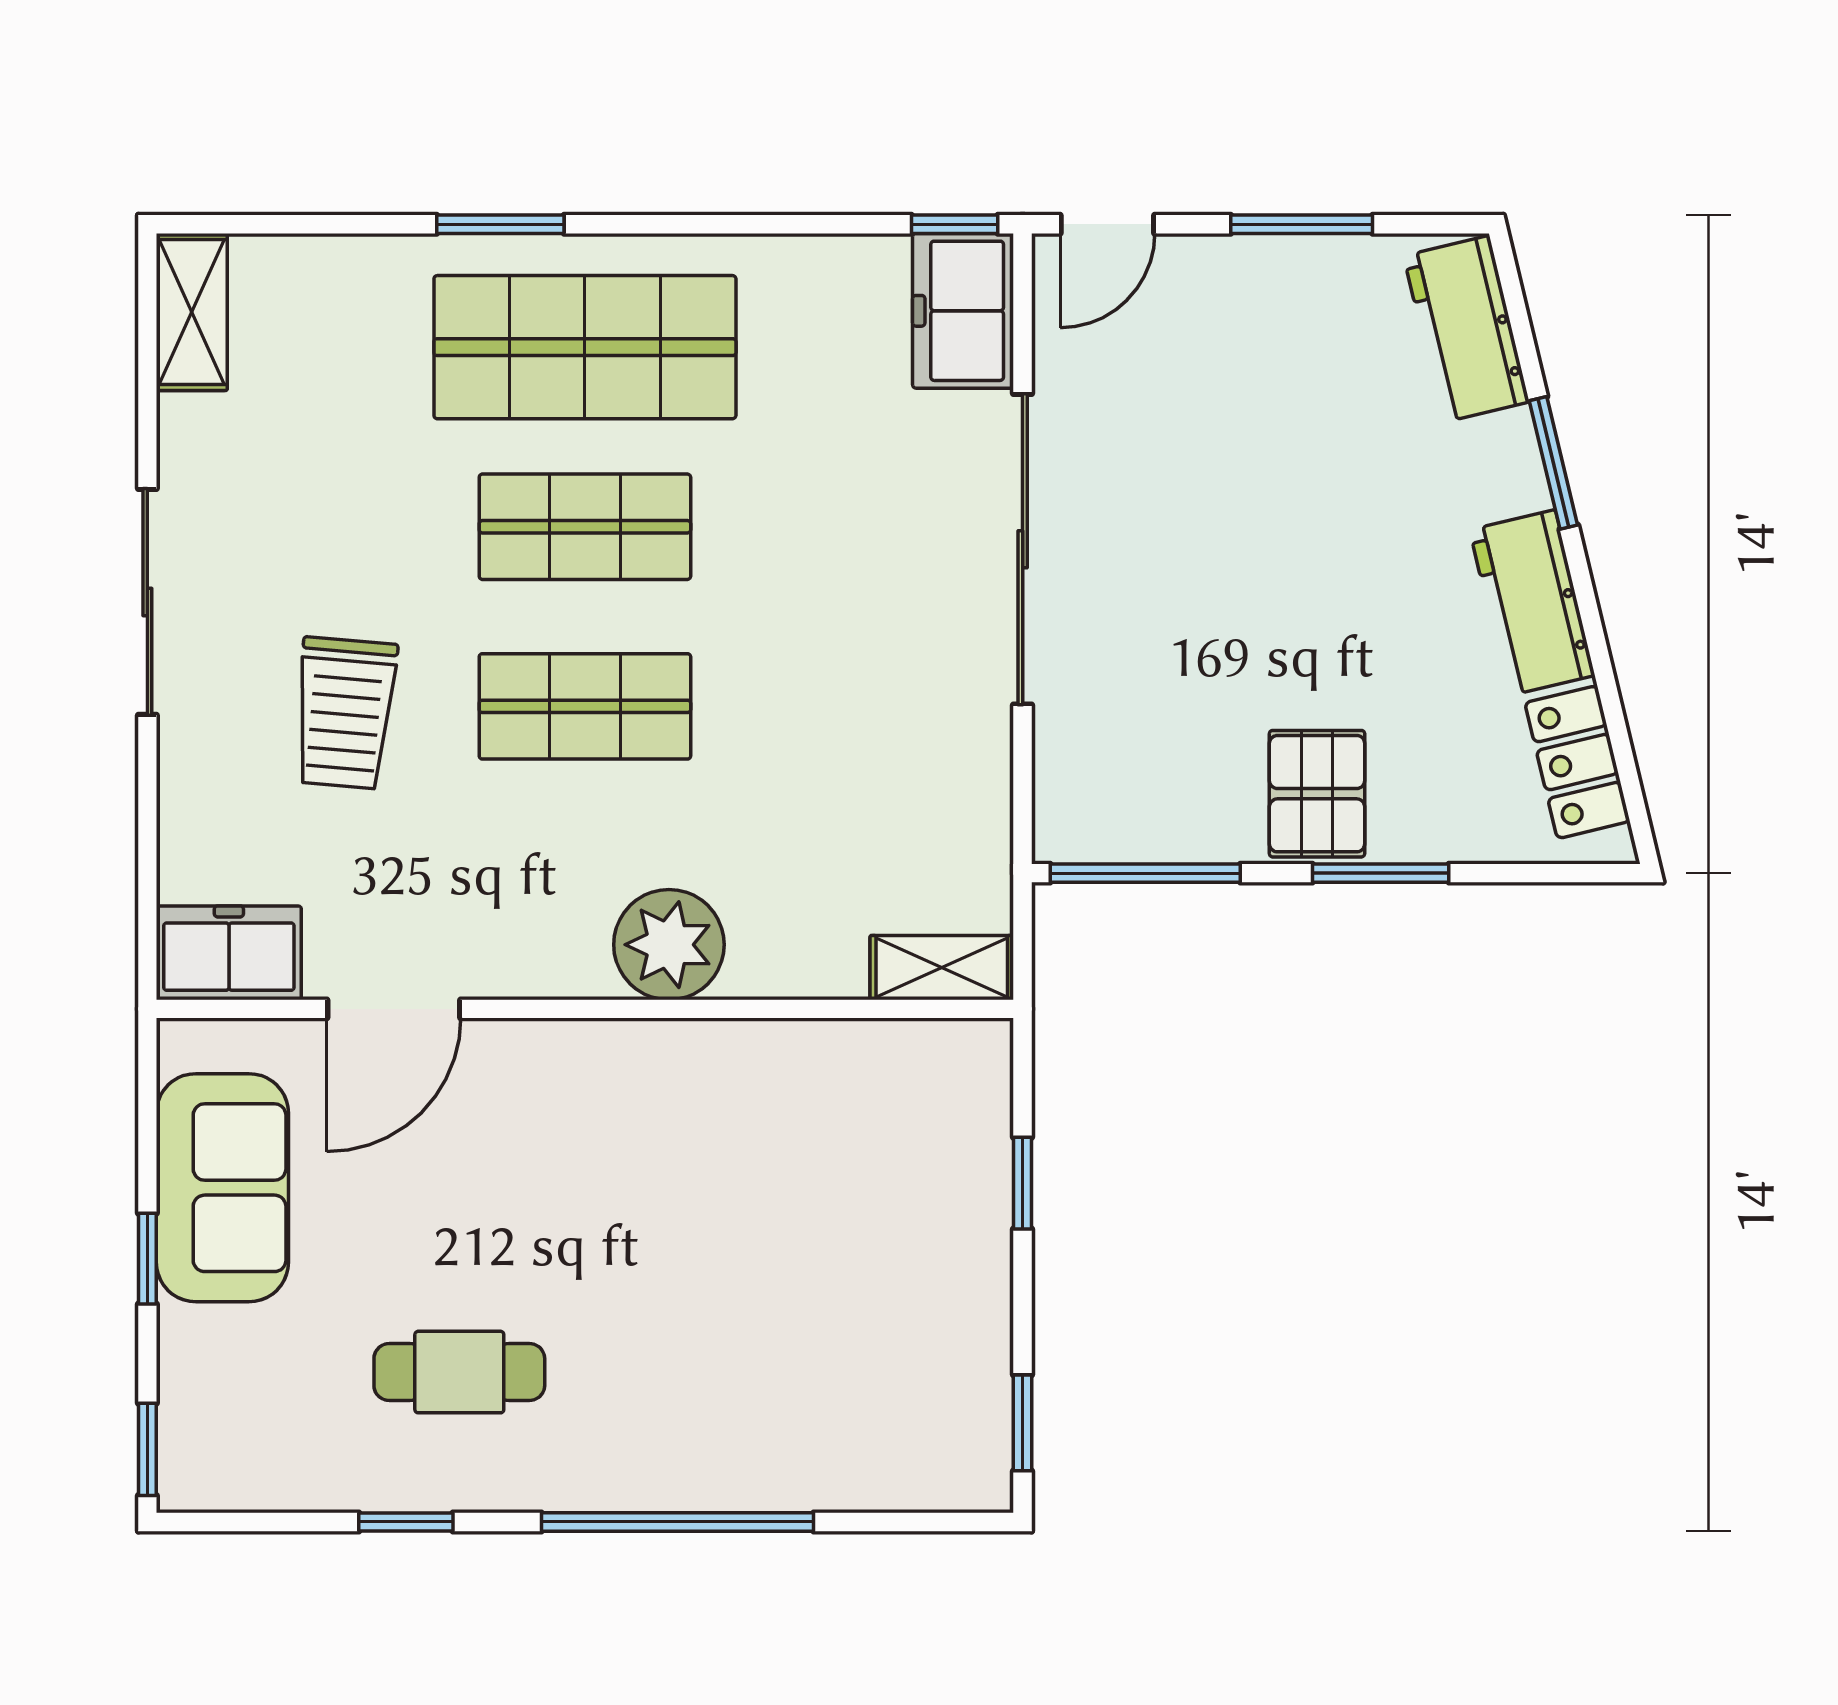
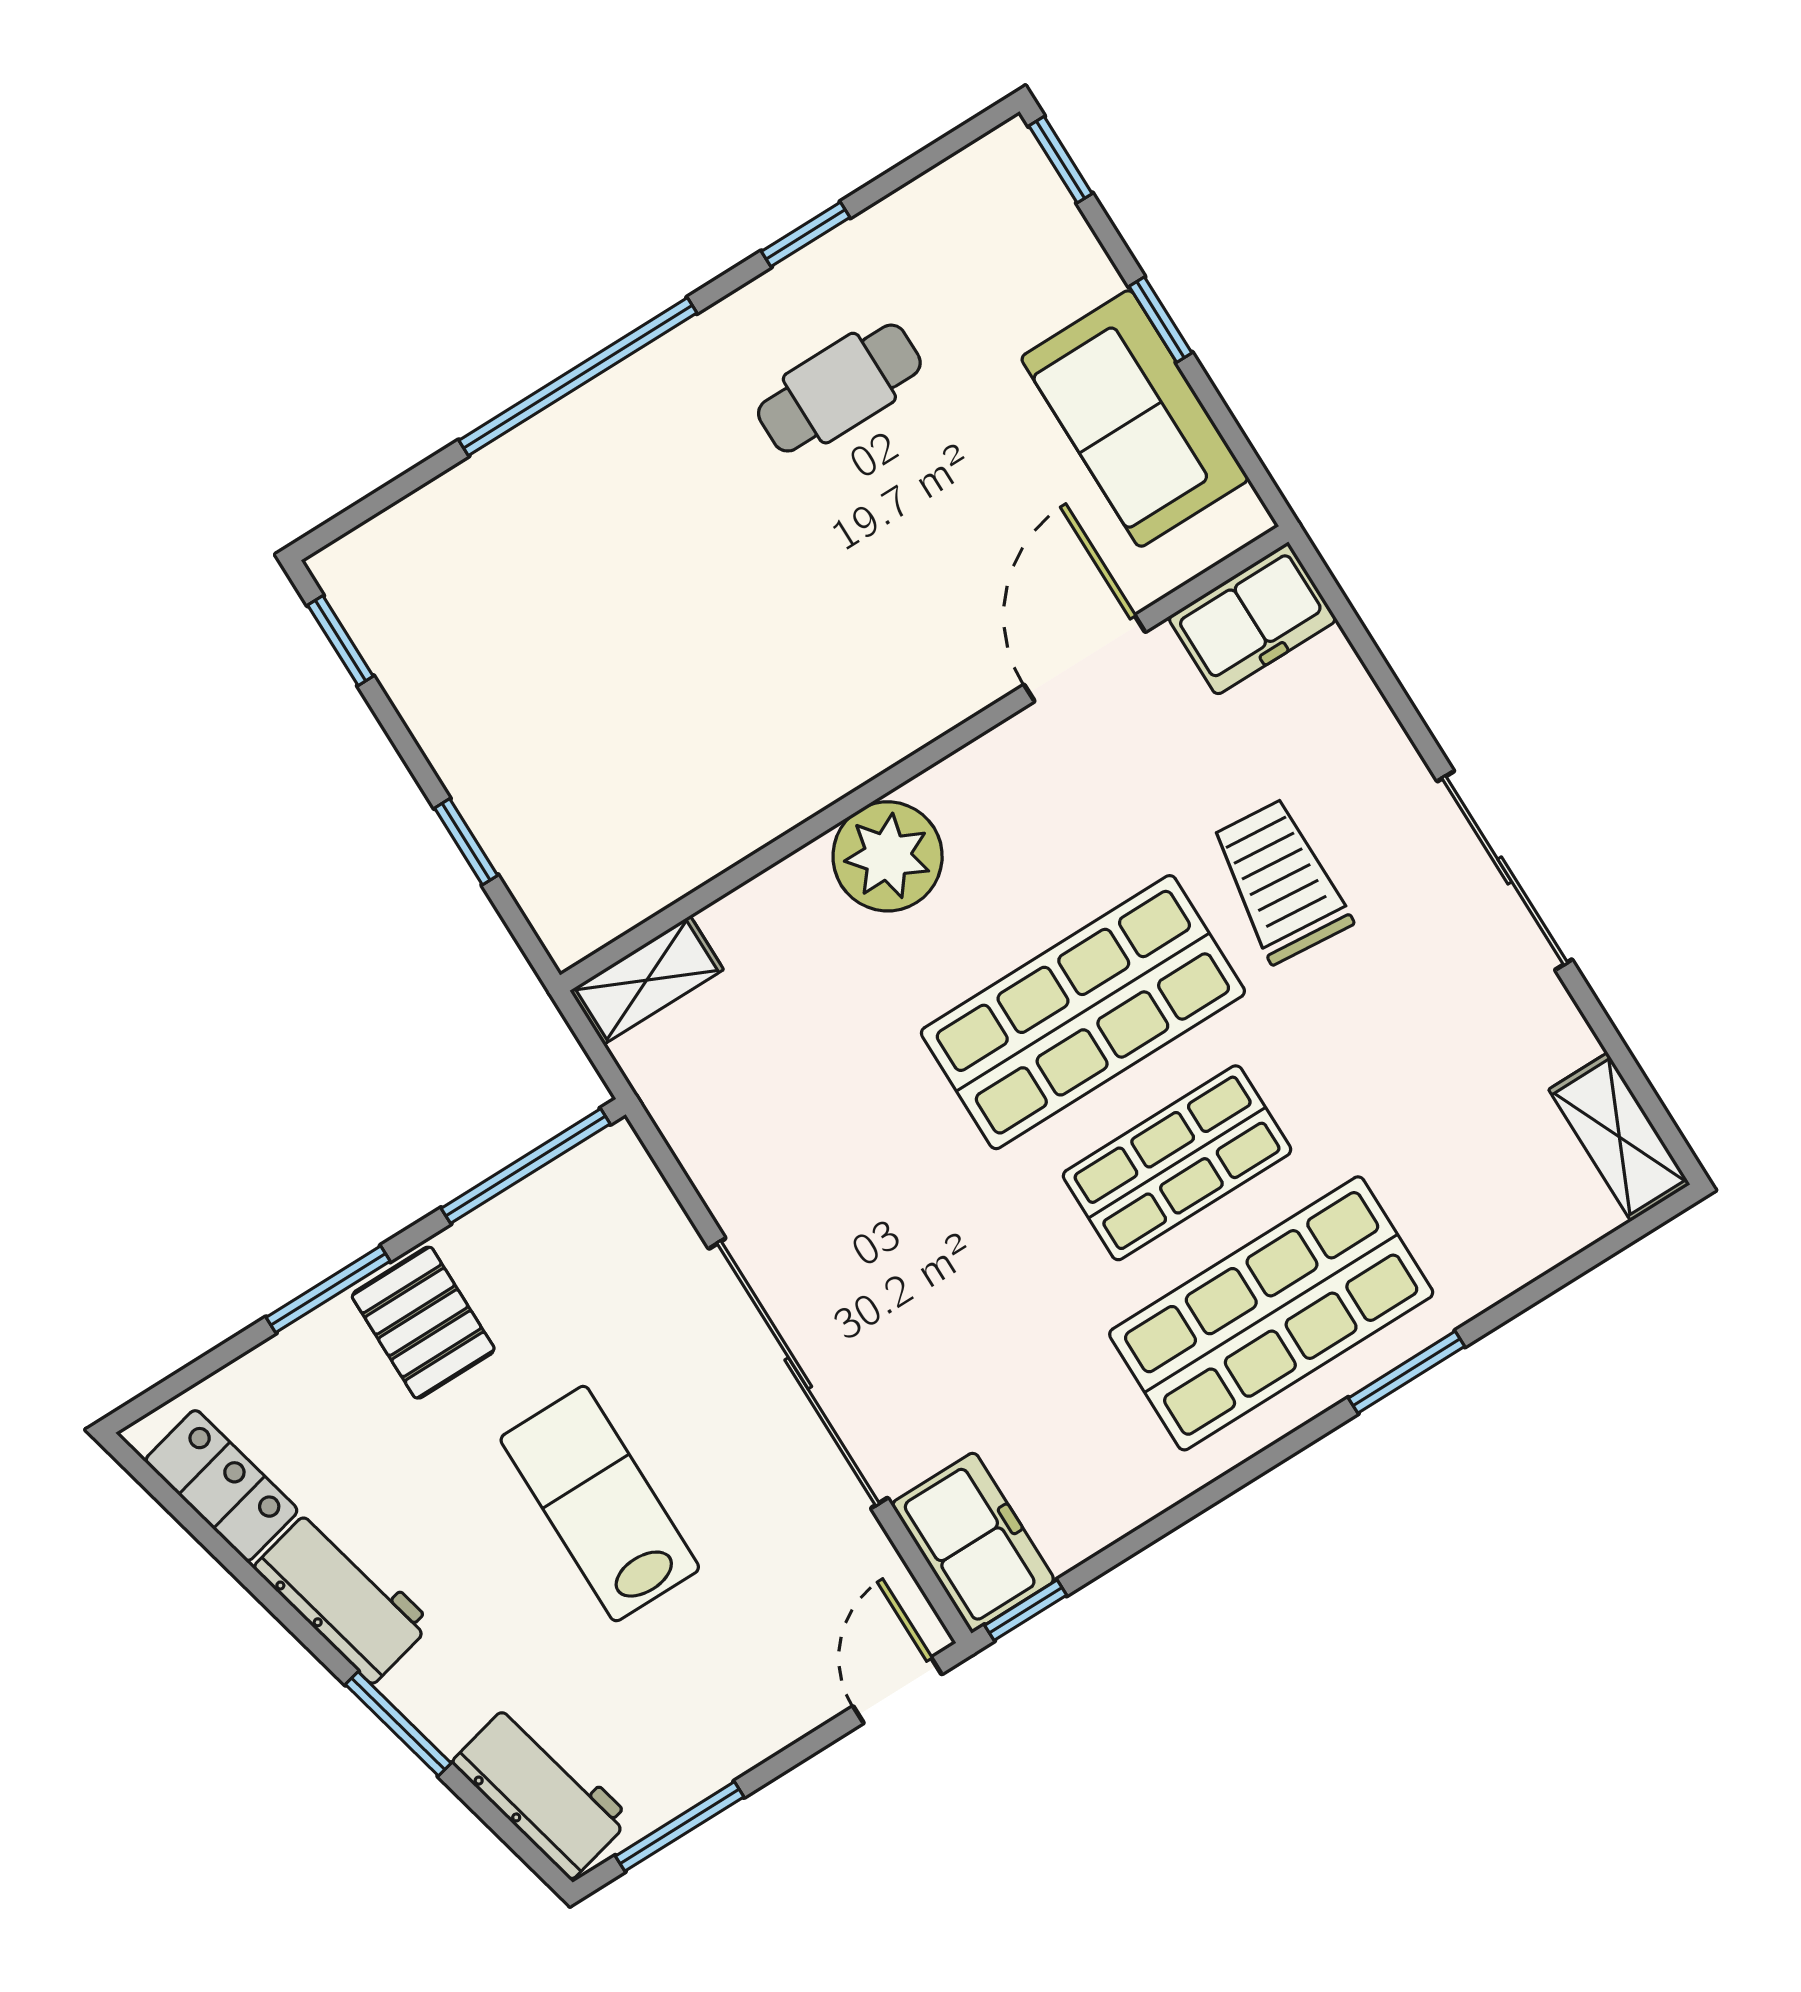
window: (1302, 224) -> (680, 1826), moved
lab bench: (1263, 544) -> (600, 1504), added
shop shelf: (585, 706) -> (1083, 1012), width x1.43, depth x1.36

